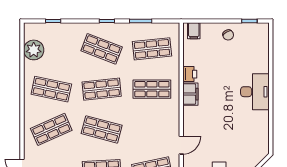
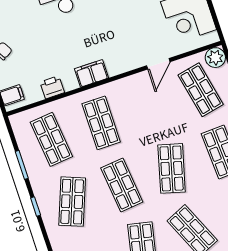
printer: (190, 74) -> (52, 87), moved
door: (181, 145) -> (158, 64), swing flipped

